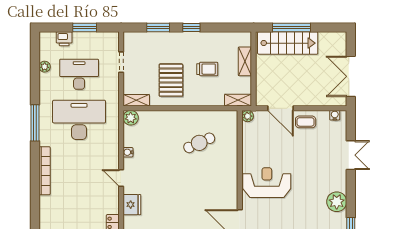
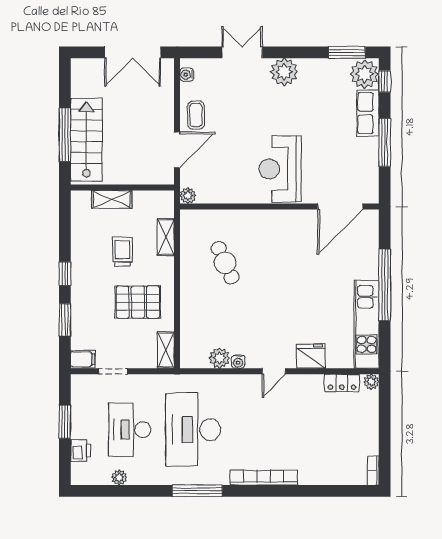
filing cabinet: (130, 40) -> (83, 359), added
shelving: (238, 100) -> (166, 237), moved
plant: (131, 118) -> (219, 358), moved
plant: (337, 202) -> (284, 72), moved

